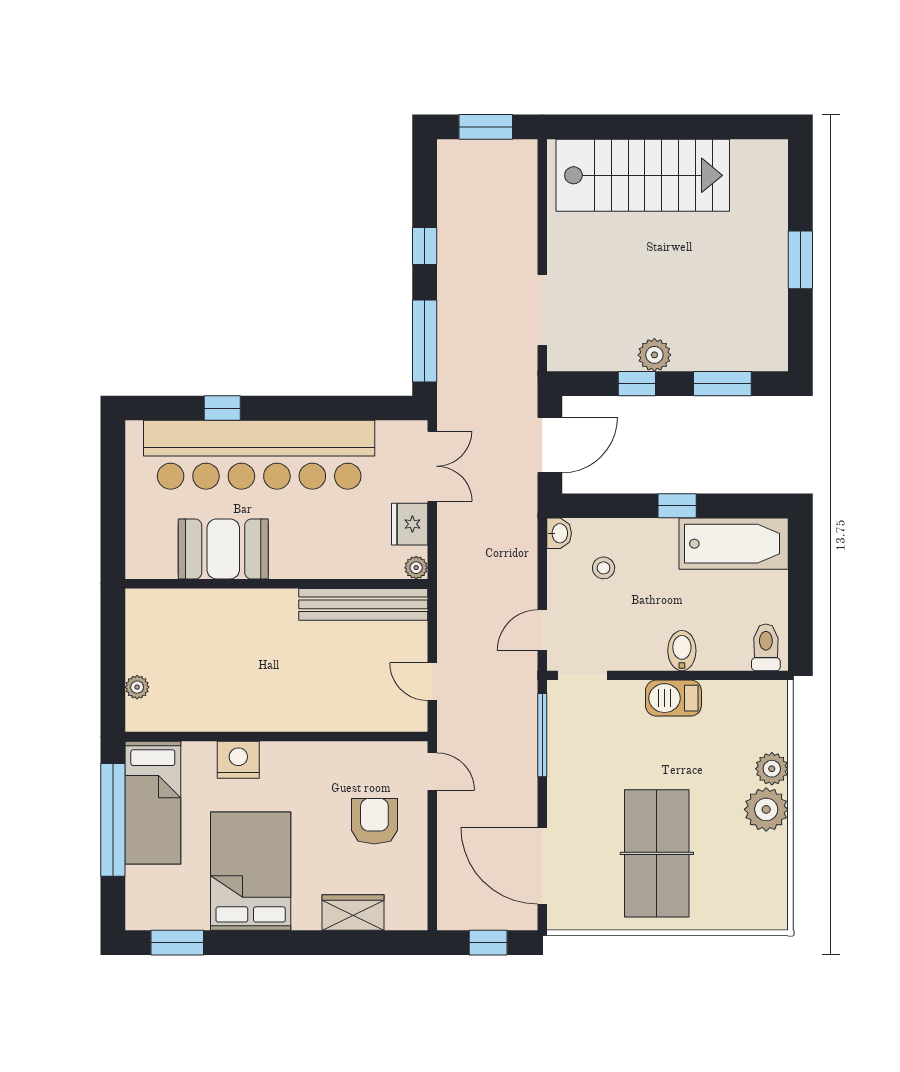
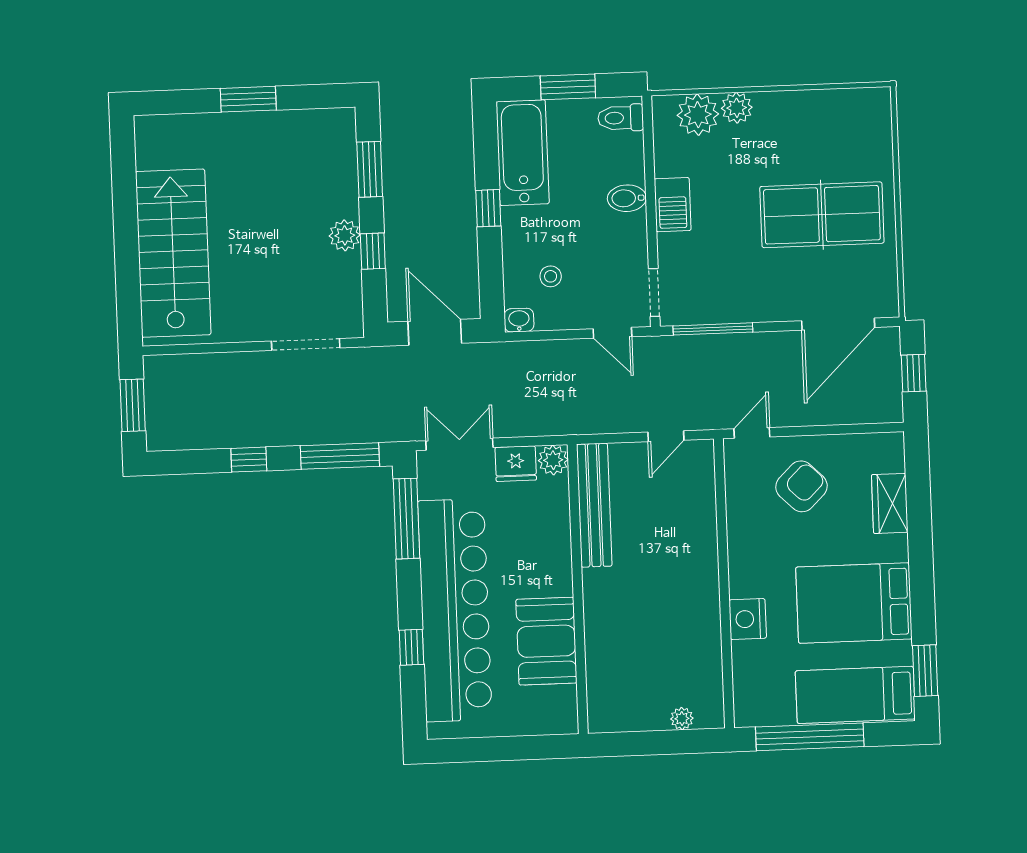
window: (357, 408) -> (407, 519), added
plant: (416, 568) -> (553, 460), width x1.38, depth x1.38
window: (800, 594) -> (568, 87), added
bed: (153, 803) -> (855, 695), moved, turned 180
plant: (766, 809) -> (698, 115), moved
armchair: (374, 821) -> (801, 486), turned 135

